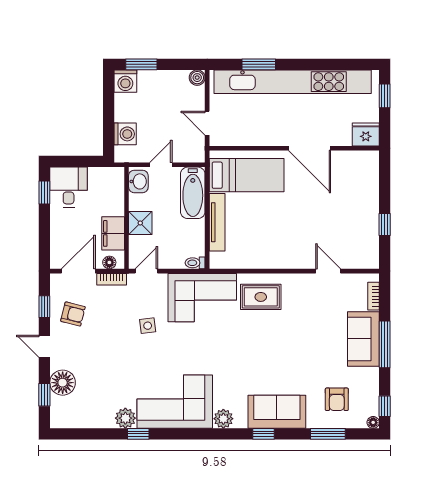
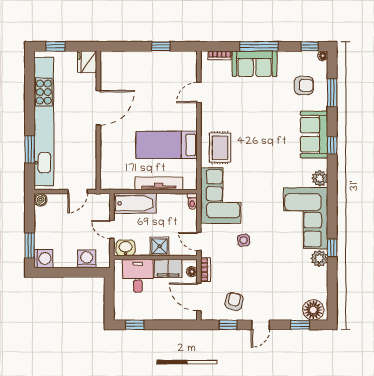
bed: (247, 175) -> (167, 145), moved, turned -90
desk: (69, 187) -> (138, 276), moved, turned 90
floor lamp: (63, 383) -> (313, 310), moved

